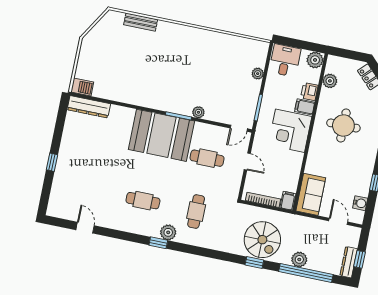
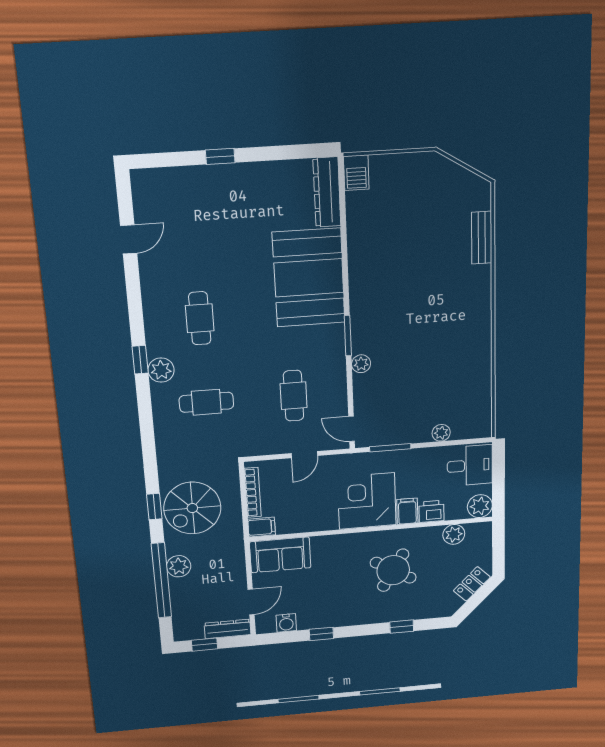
round table: (343, 125) -> (393, 570), turned 31
booth: (161, 135) -> (309, 278), moved
dresser: (349, 262) -> (228, 629), moved

